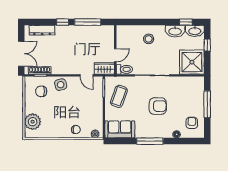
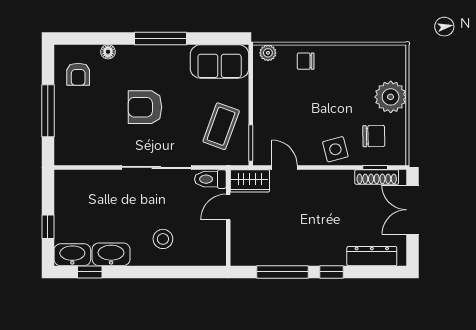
shower: (192, 62) -> (78, 193), removed
plant: (33, 122) -> (391, 97), moved

